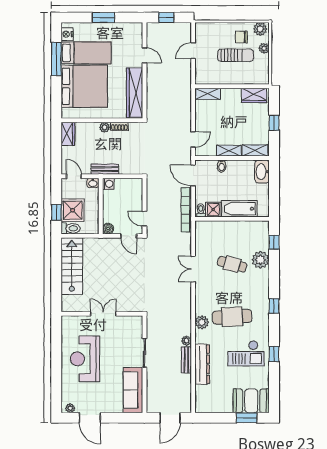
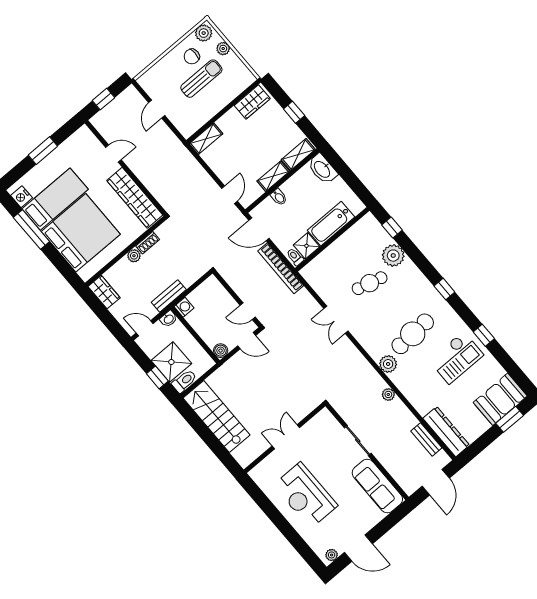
bench: (186, 360) -> (426, 439), moved
dresser: (202, 364) -> (446, 432), moved

